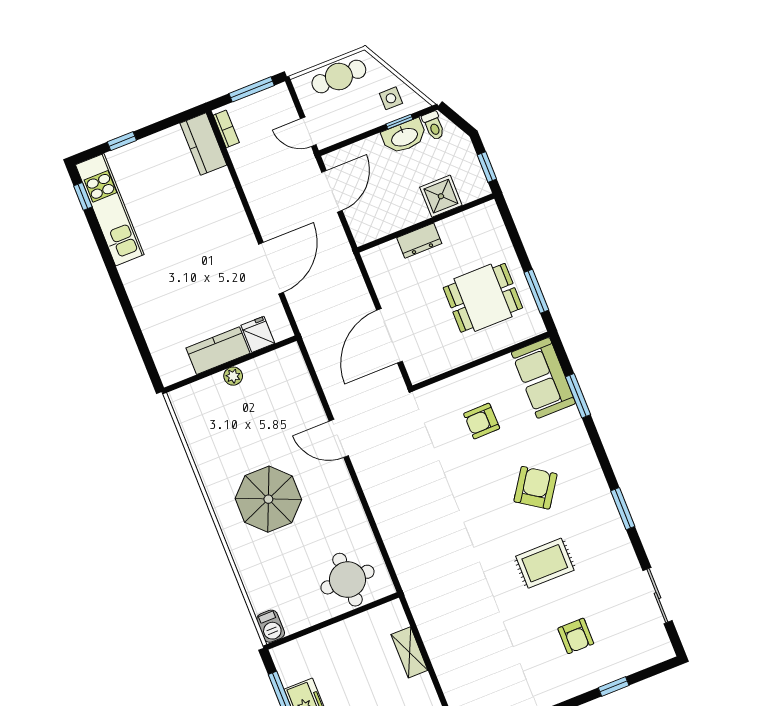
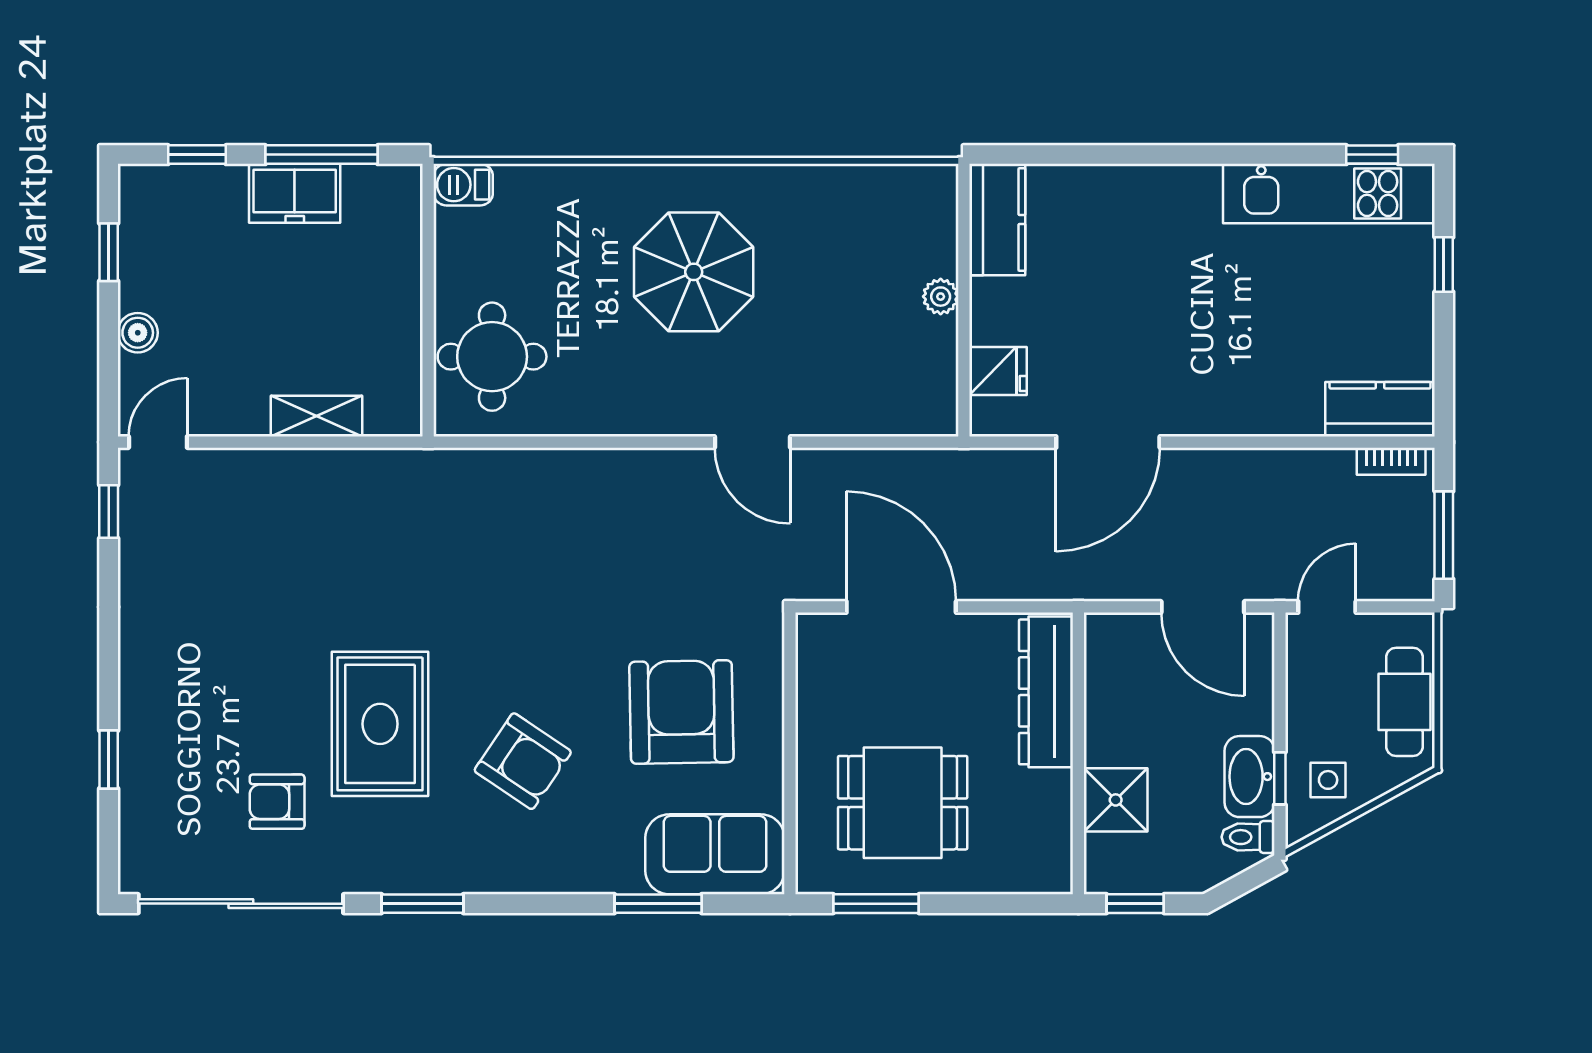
dresser: (419, 241) -> (1046, 692), width x1.96, depth x1.24
door: (271, 268) -> (1108, 442), hinge flipped
dining table: (483, 298) -> (903, 803), turned 90
kitchen counter: (218, 351) -> (997, 220), moved
armchair: (482, 421) -> (681, 712), width x1.88, depth x1.88
door: (339, 438) -> (752, 442), swing flipped
rug: (545, 563) -> (380, 724), width x1.36, depth x1.43
sliding door: (657, 596) -> (241, 904), width x1.86
armchair: (576, 636) -> (277, 802), moved

